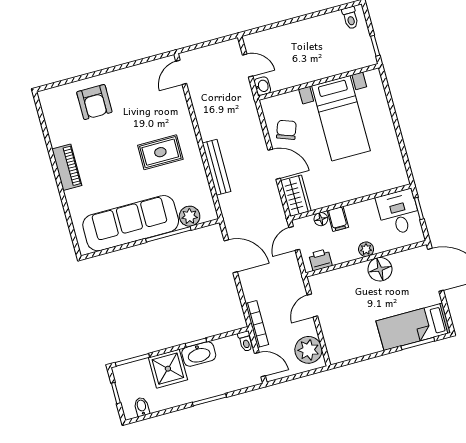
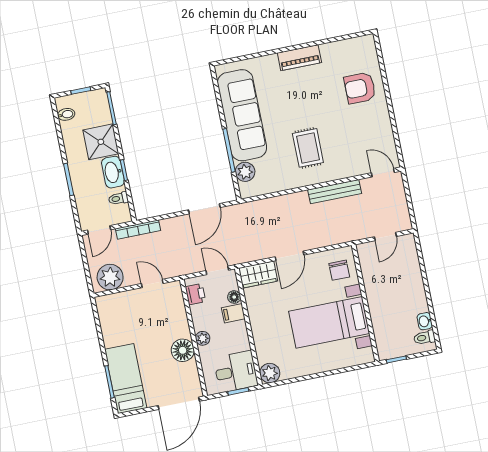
washbasin: (262, 86) -> (425, 321), moved, turned 90
chair: (286, 130) -> (339, 270), moved, turned 70
bench: (216, 167) -> (335, 192), moved
plant: (398, 177) -> (270, 373), added
toilet: (246, 341) -> (118, 198), moved

